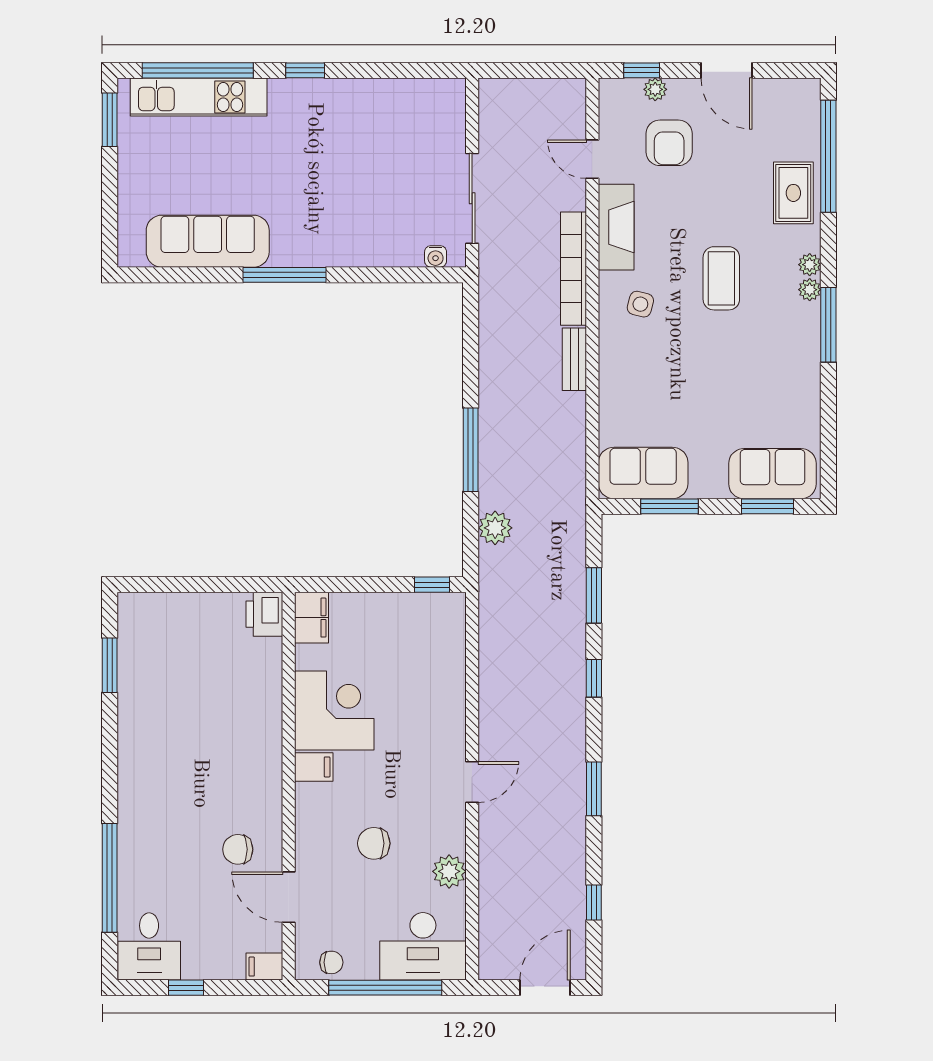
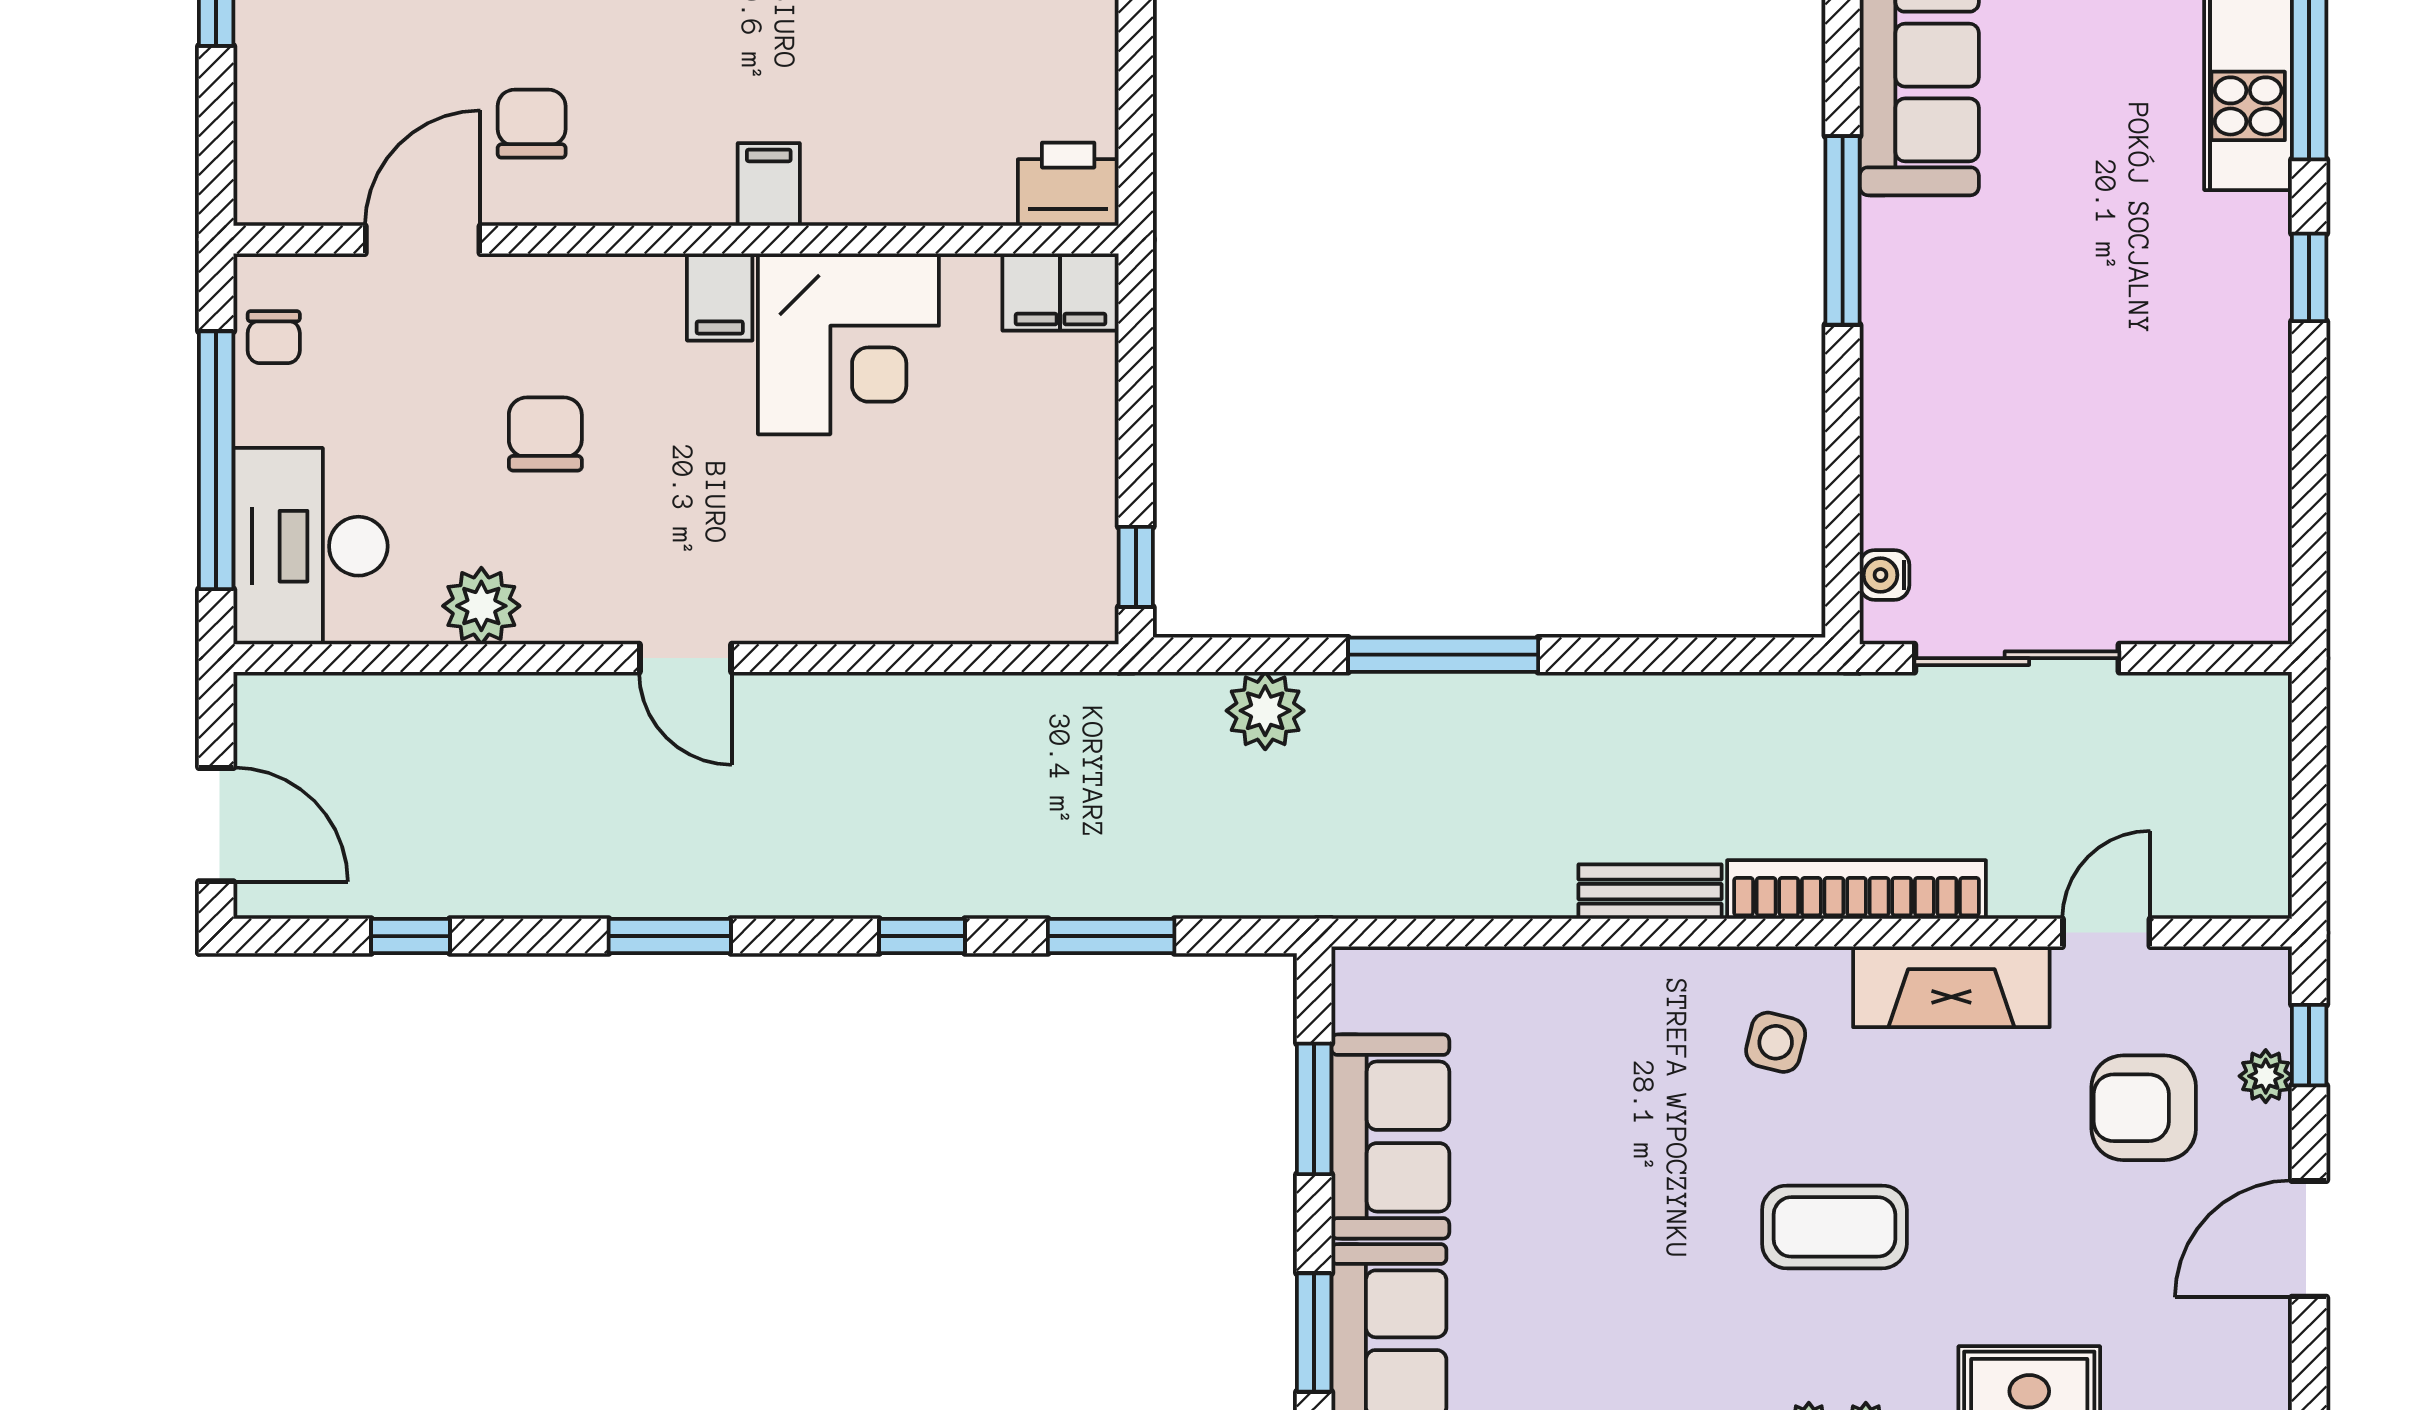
sofa: (643, 473) -> (1390, 1136), moved
filing cabinet: (264, 967) -> (769, 184), moved

